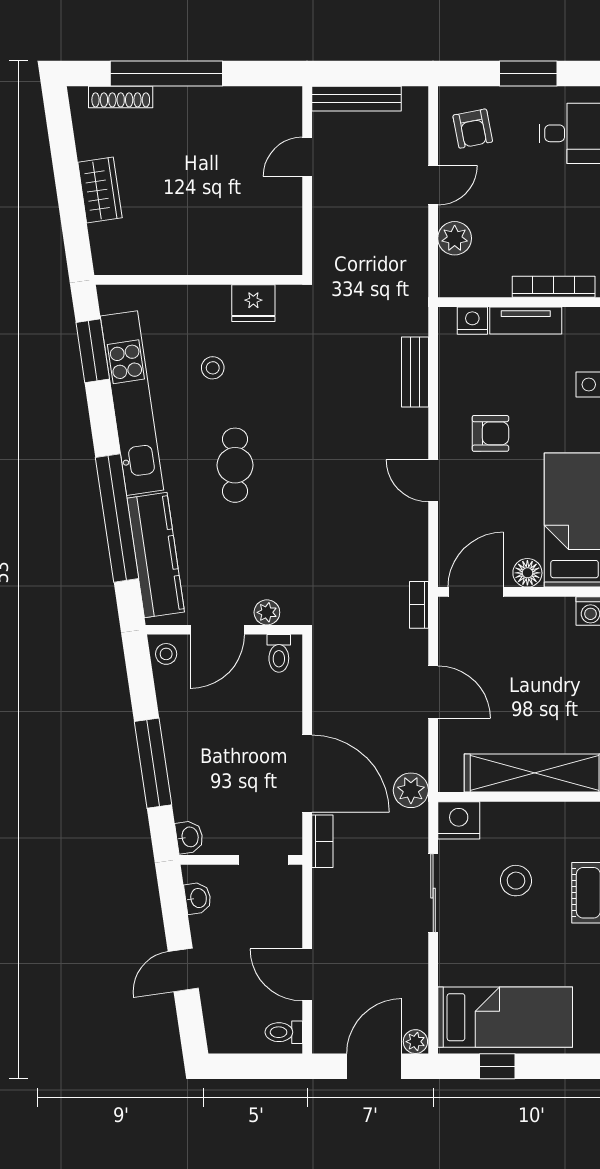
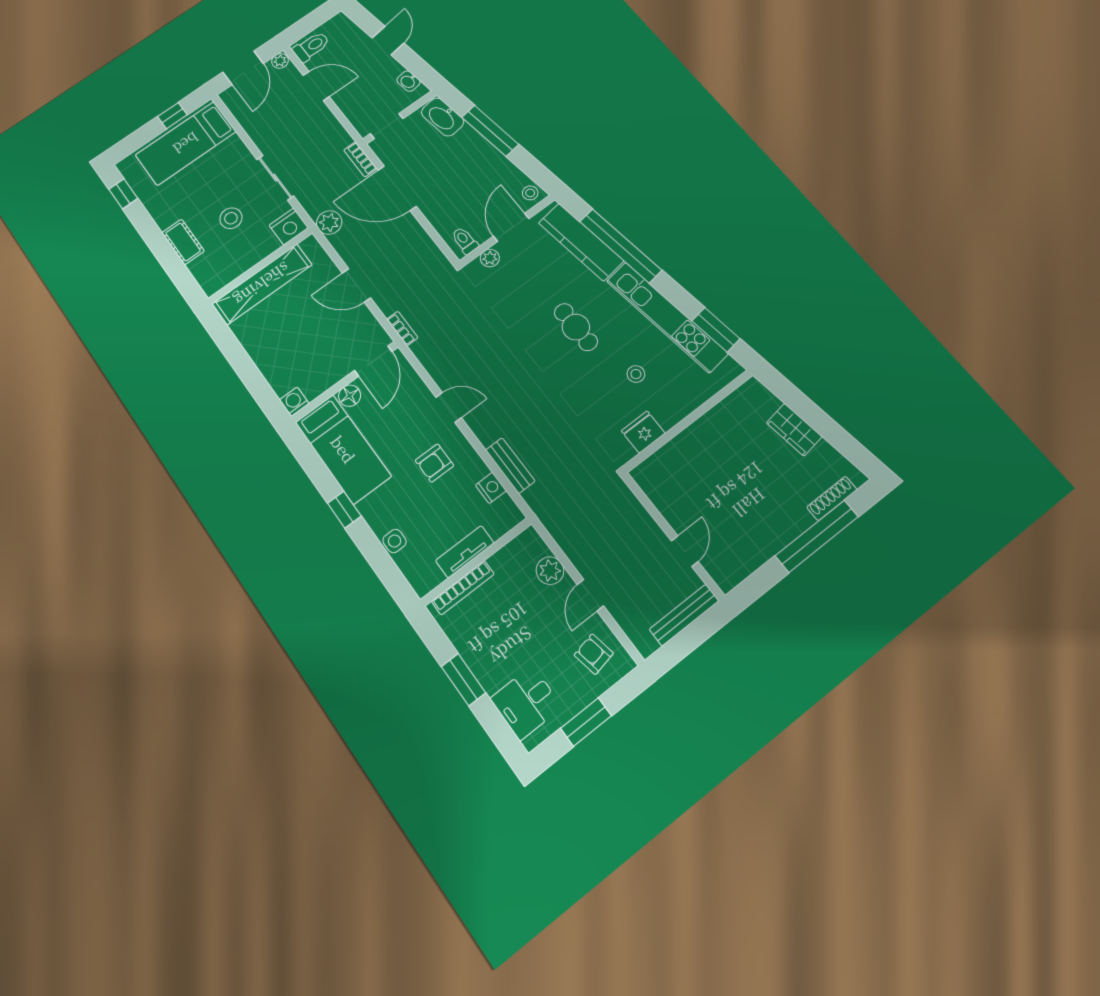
nightstand: (472, 321) -> (491, 488), moved, turned -90
washbasin: (189, 837) -> (443, 117), width x1.91, depth x1.45
toilet: (284, 1032) -> (311, 47), width x1.37, depth x1.39
plant: (415, 1042) -> (280, 61), moved

